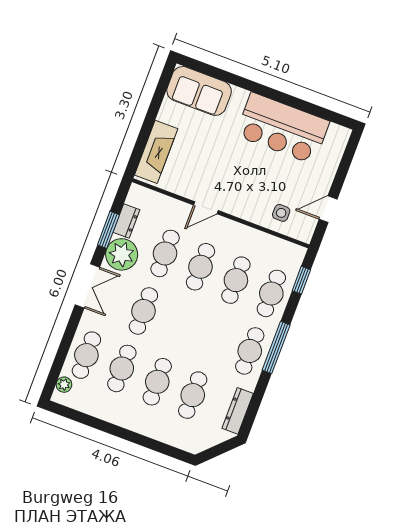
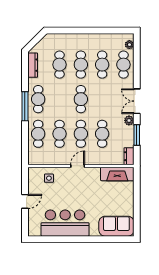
fireplace: (156, 152) -> (117, 174), moved, turned -90
door: (206, 208) -> (78, 166), moved
door: (328, 209) -> (25, 201), moved
dresser: (126, 221) -> (129, 156), moved
plant: (122, 254) -> (129, 120), width x0.53, depth x0.53
window: (301, 280) -> (25, 147), removed
cafe table: (143, 311) -> (81, 99), moved

